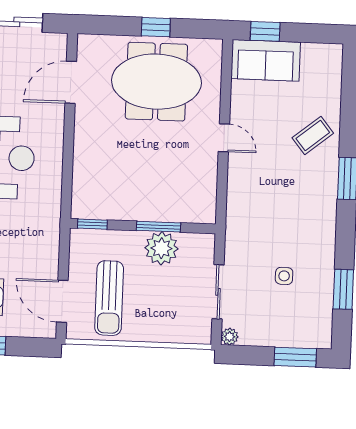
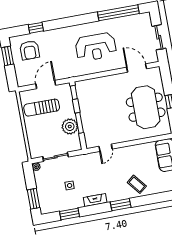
door: (224, 138) -> (106, 148), moved
fireplace: (326, 229) -> (95, 200), added
door: (62, 301) -> (46, 85), moved

